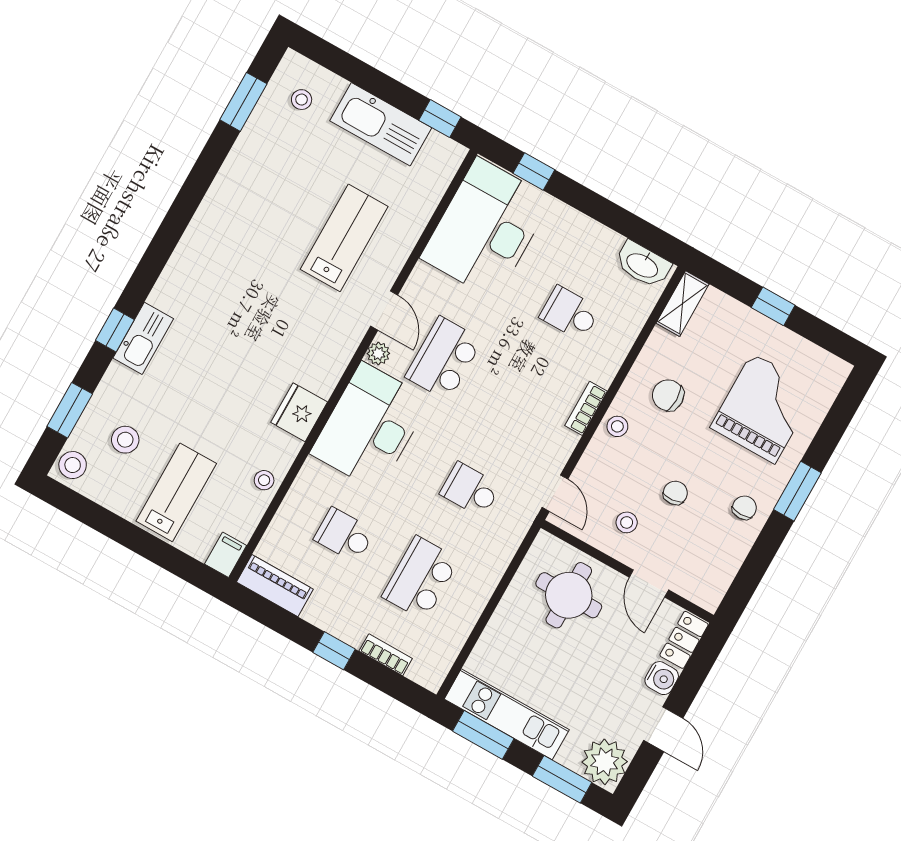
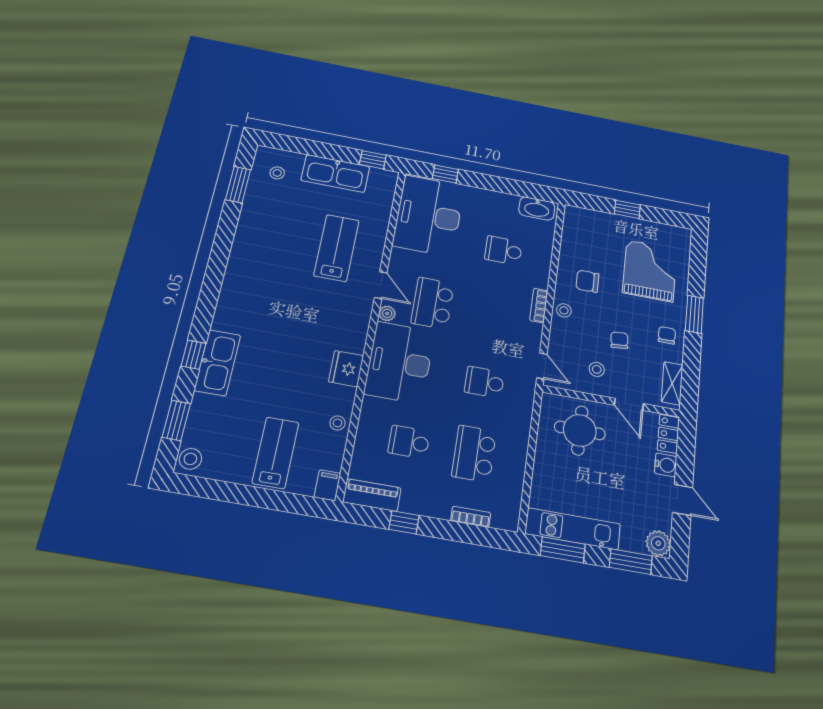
shelving: (683, 304) -> (672, 383), moved
kitchen sink: (143, 338) -> (217, 363), width x1.36, depth x1.24
stool: (125, 440) -> (225, 428), removed
window: (334, 651) -> (404, 522), moved
plant: (605, 762) -> (658, 543), width x0.73, depth x0.73

